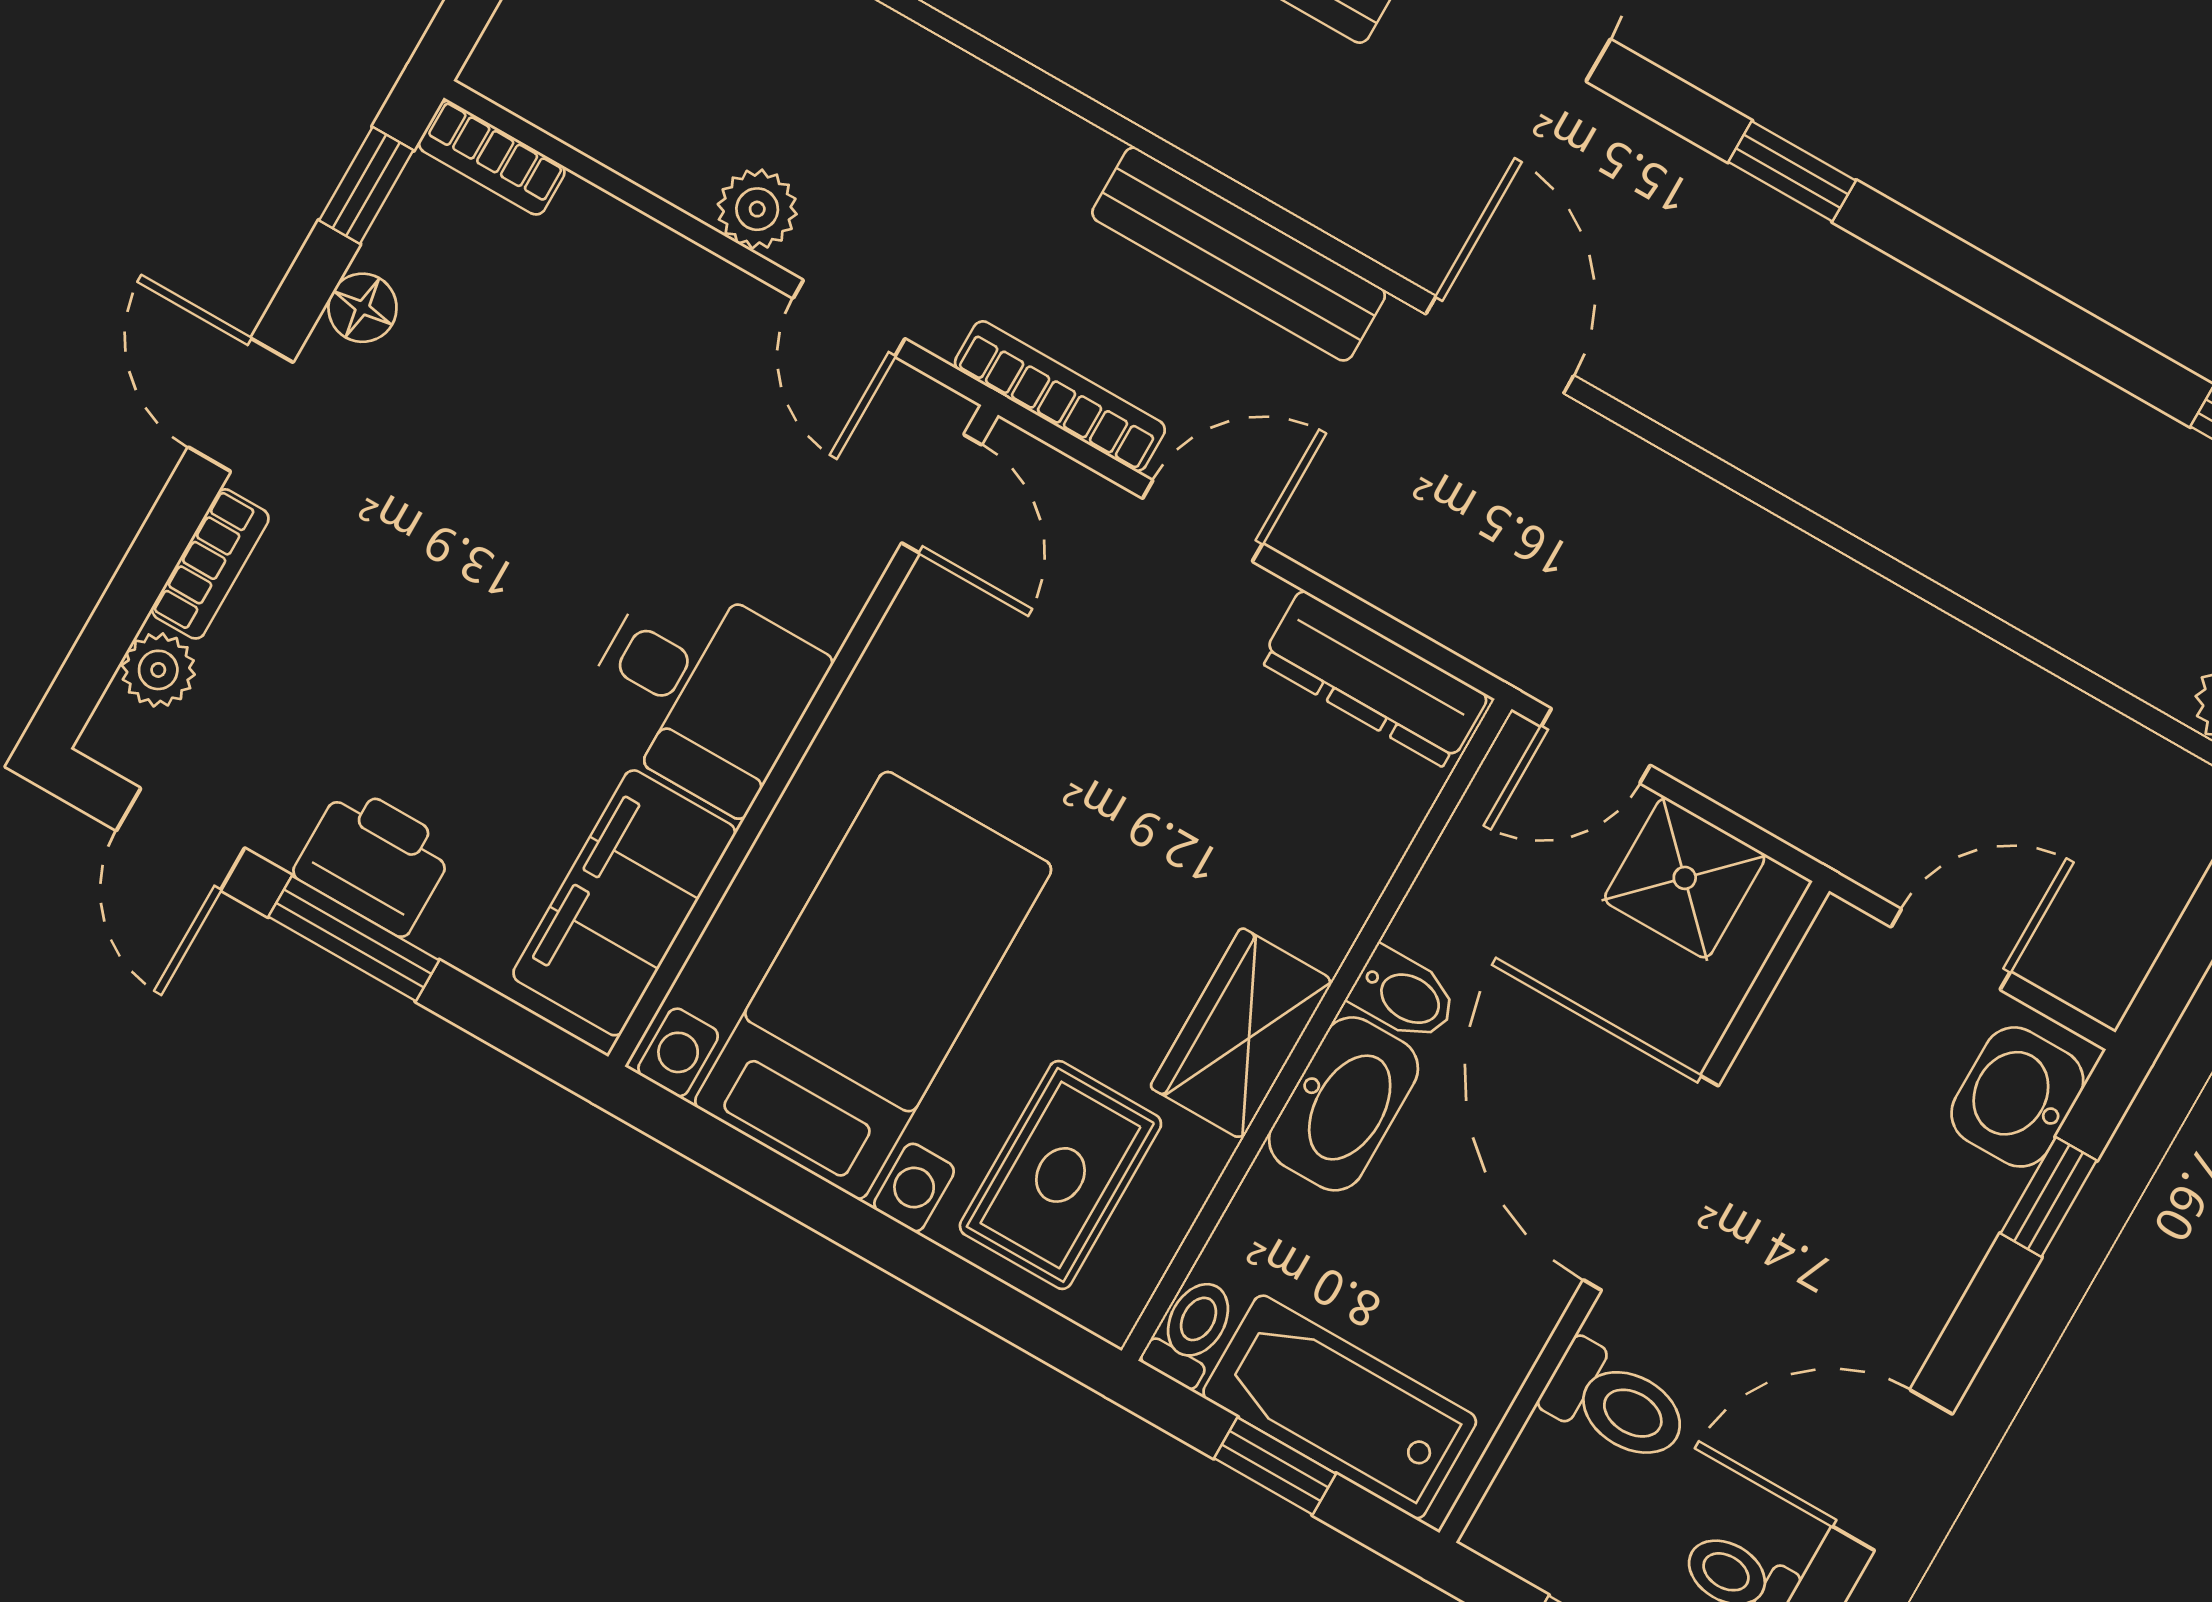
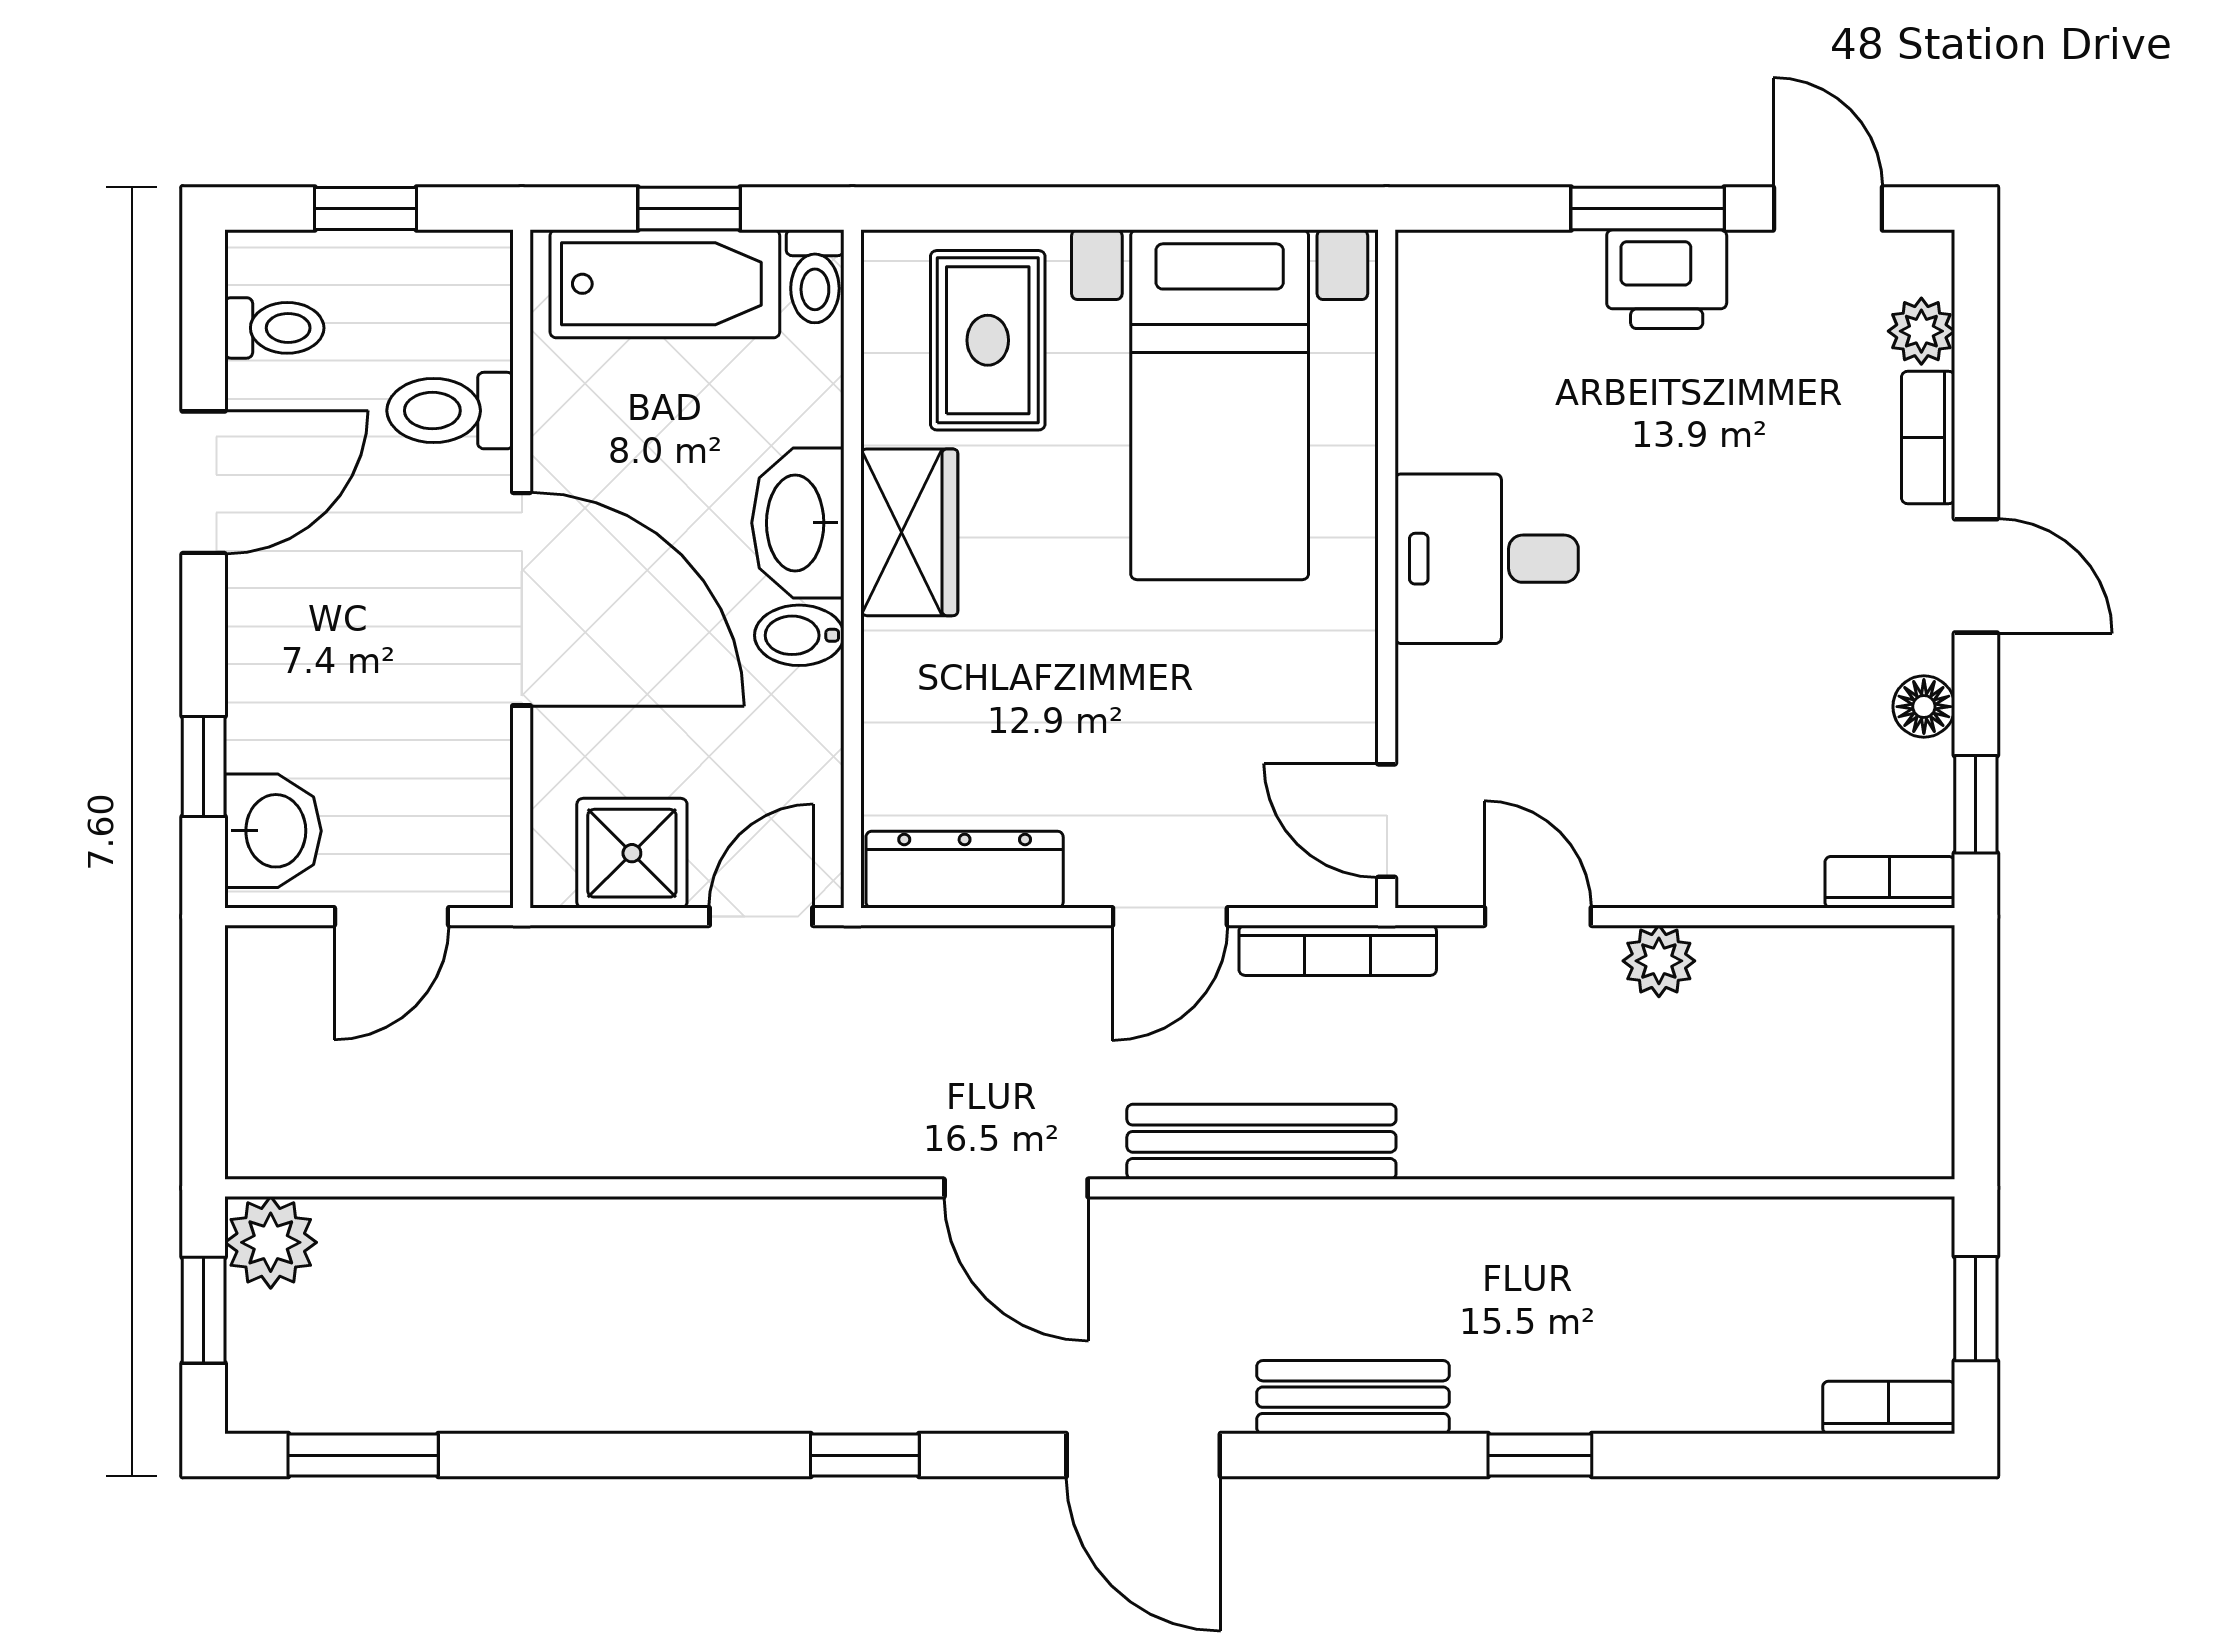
filing cabinet: (624, 903) -> (1452, 358), removed

